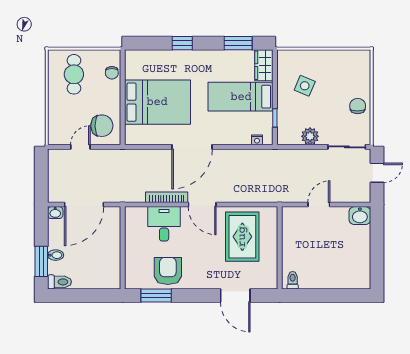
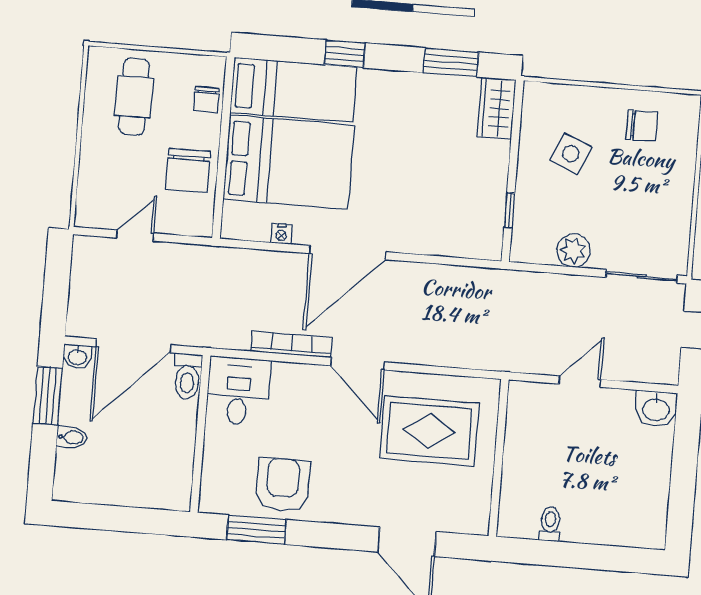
bed: (241, 97) -> (293, 90), moved, turned 180
chair: (358, 106) -> (642, 126), moved, turned 90
chair: (102, 126) -> (188, 171), moved, turned 90
nightstand: (257, 140) -> (281, 234), moved
desk: (164, 224) -> (238, 391), moved
rug: (242, 237) -> (429, 431), turned 90
window: (41, 261) -> (48, 396), moved
toilet: (293, 280) -> (550, 524), moved
toilet: (60, 282) -> (187, 376), moved, turned 90

